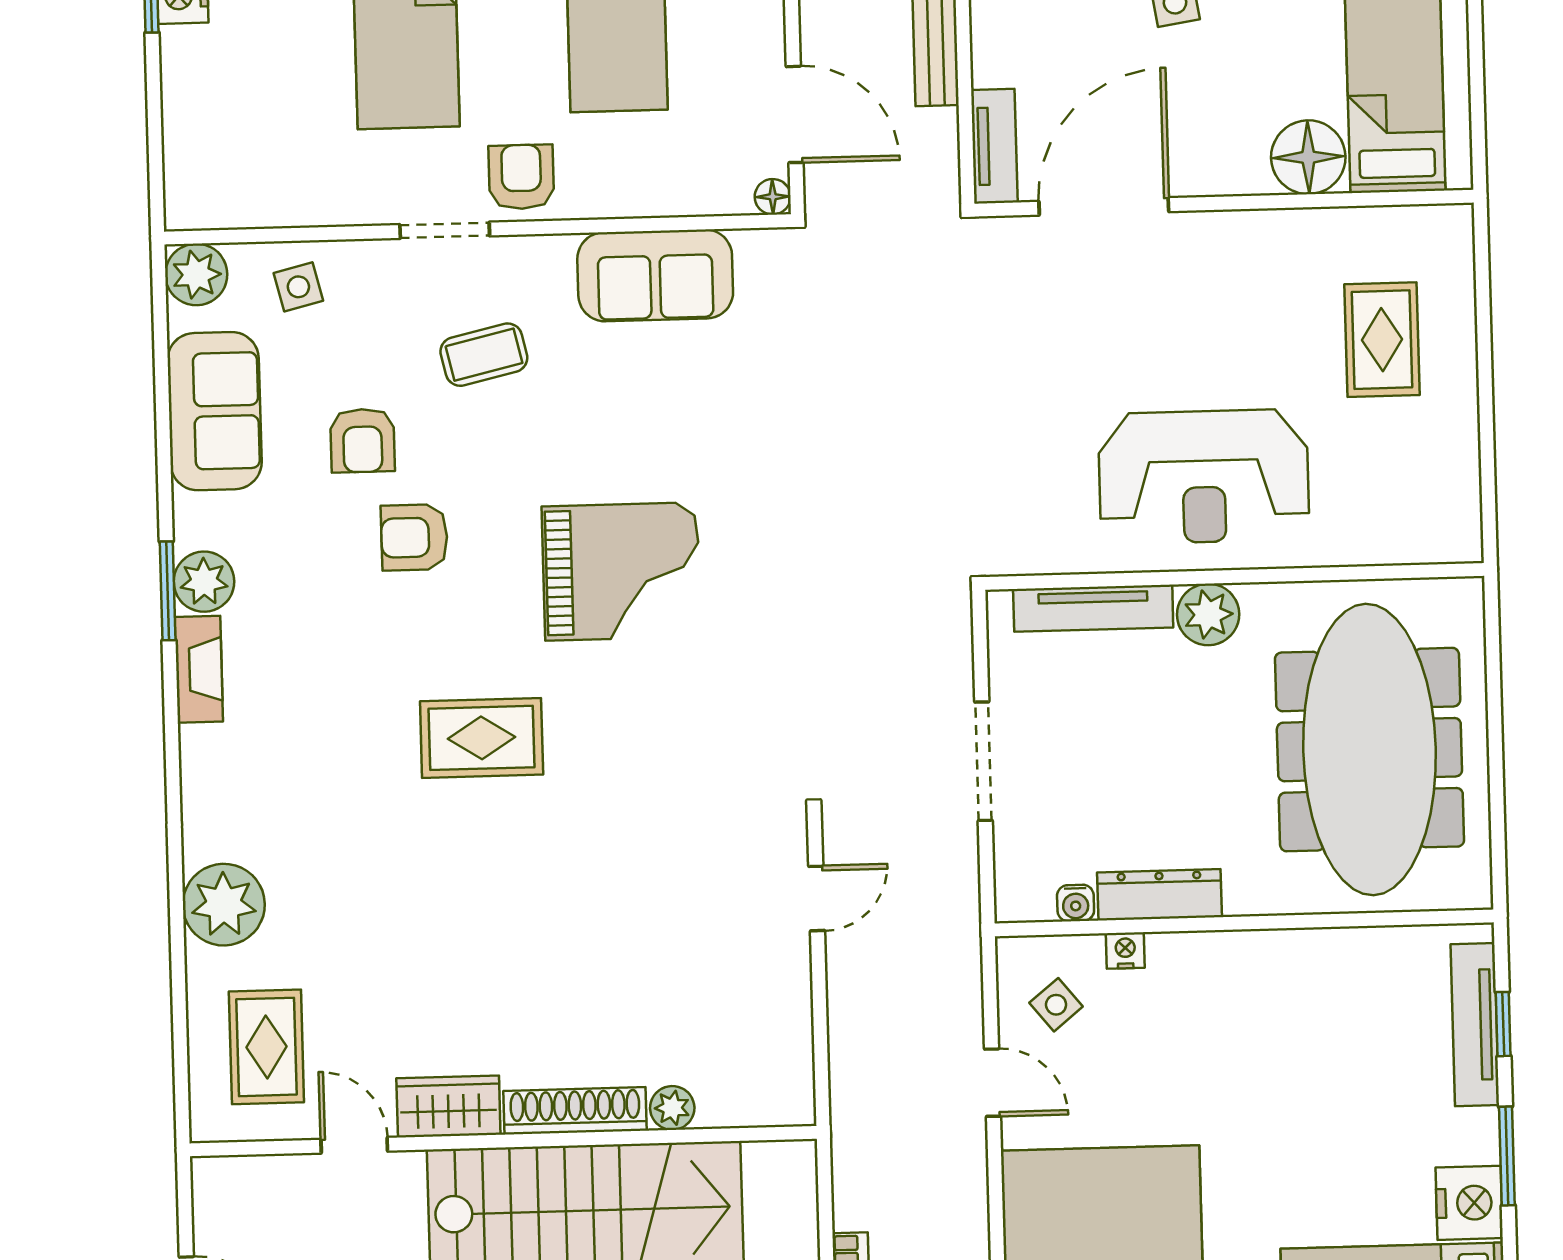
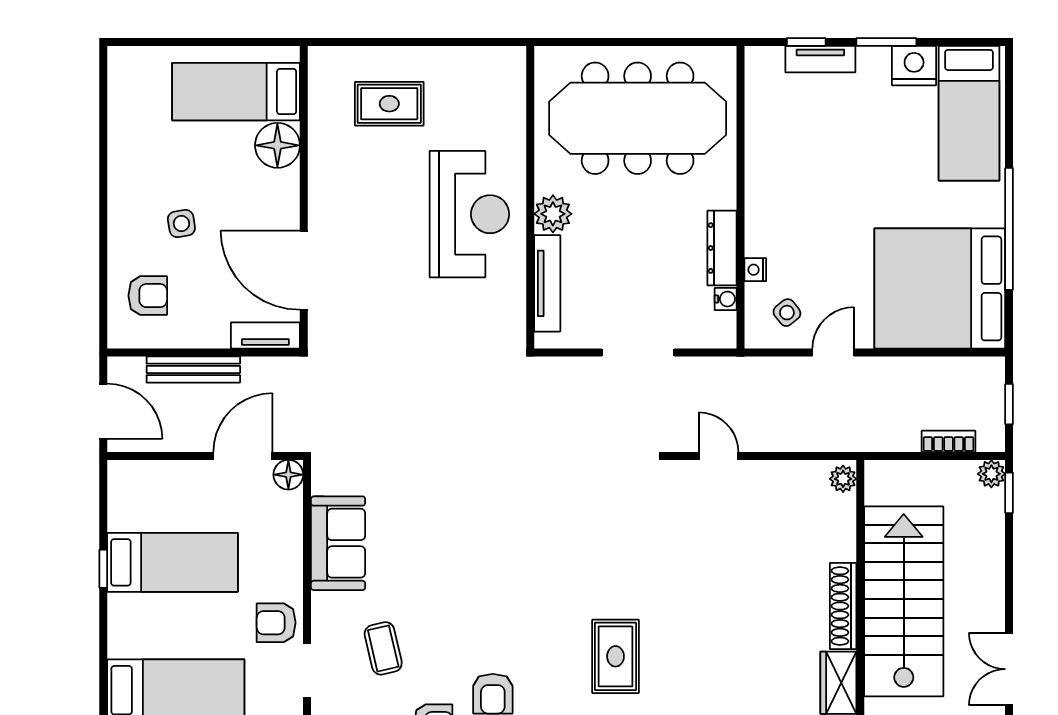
floor lamp: (773, 197) -> (288, 475), width x1.37, depth x1.37
grand piano: (621, 571) -> (517, 569), removed
tv unit: (1475, 1025) -> (820, 59), width x0.71
plant: (672, 1108) -> (843, 479), moved

